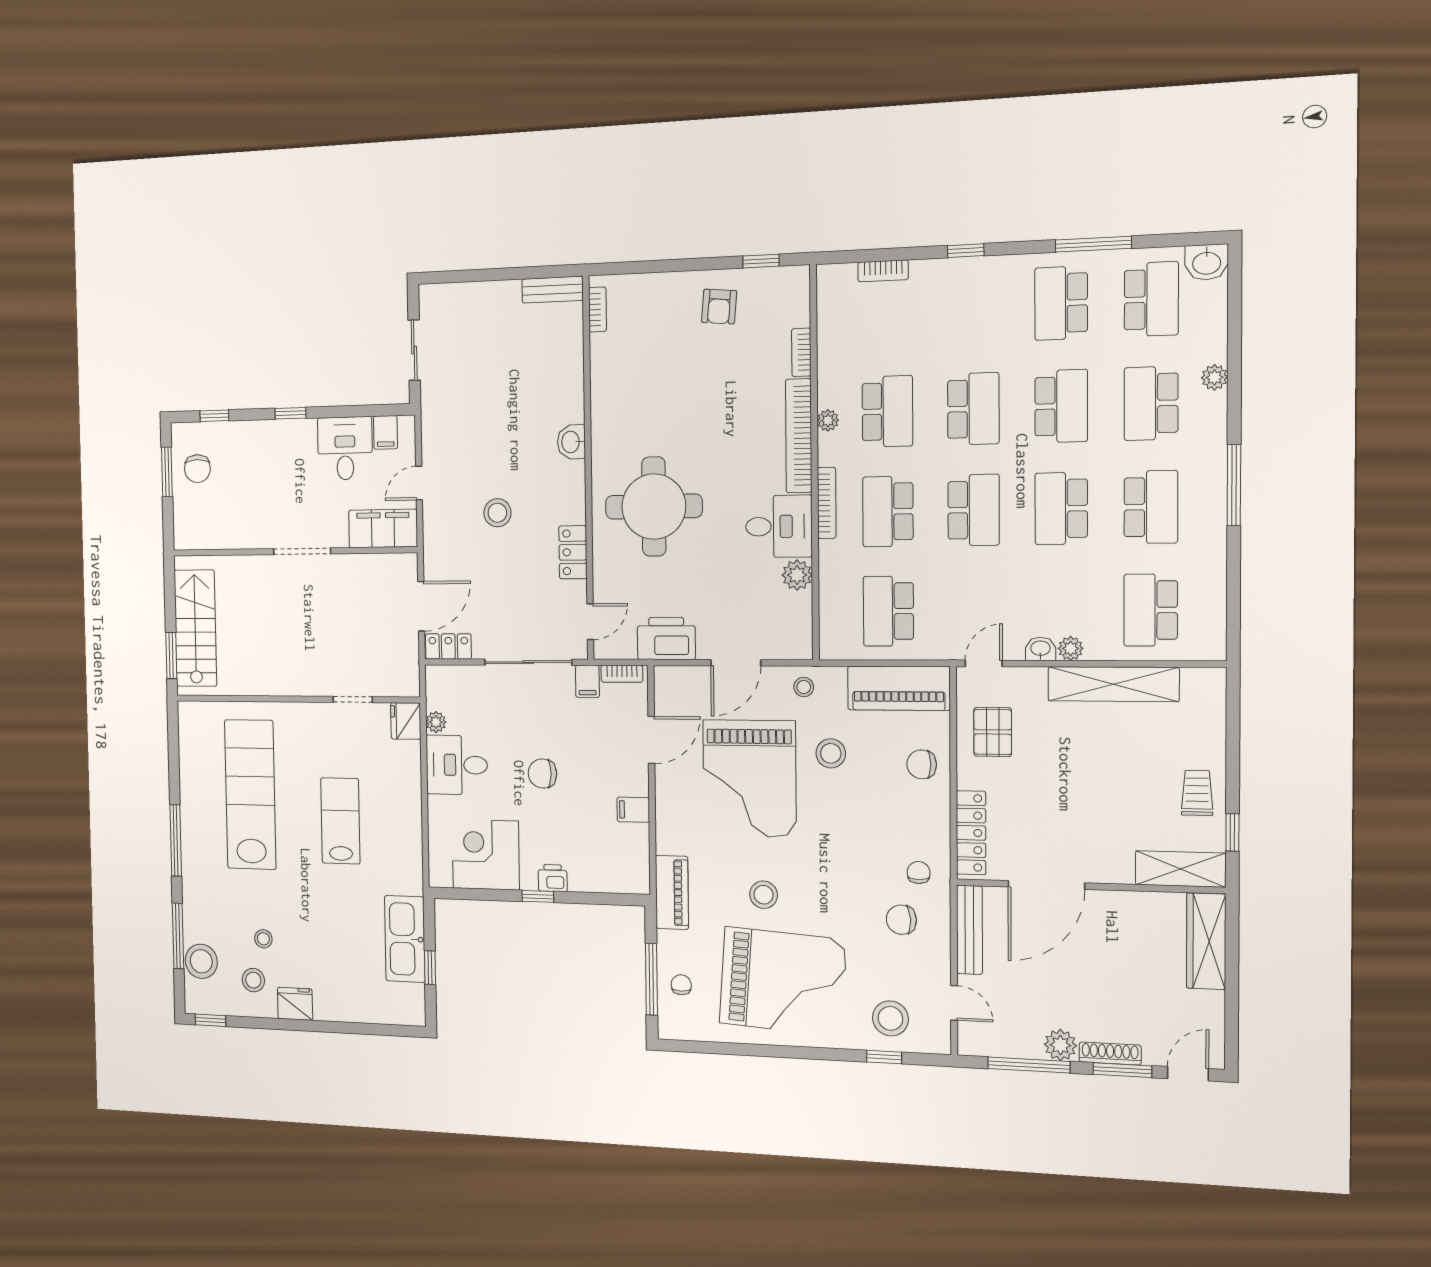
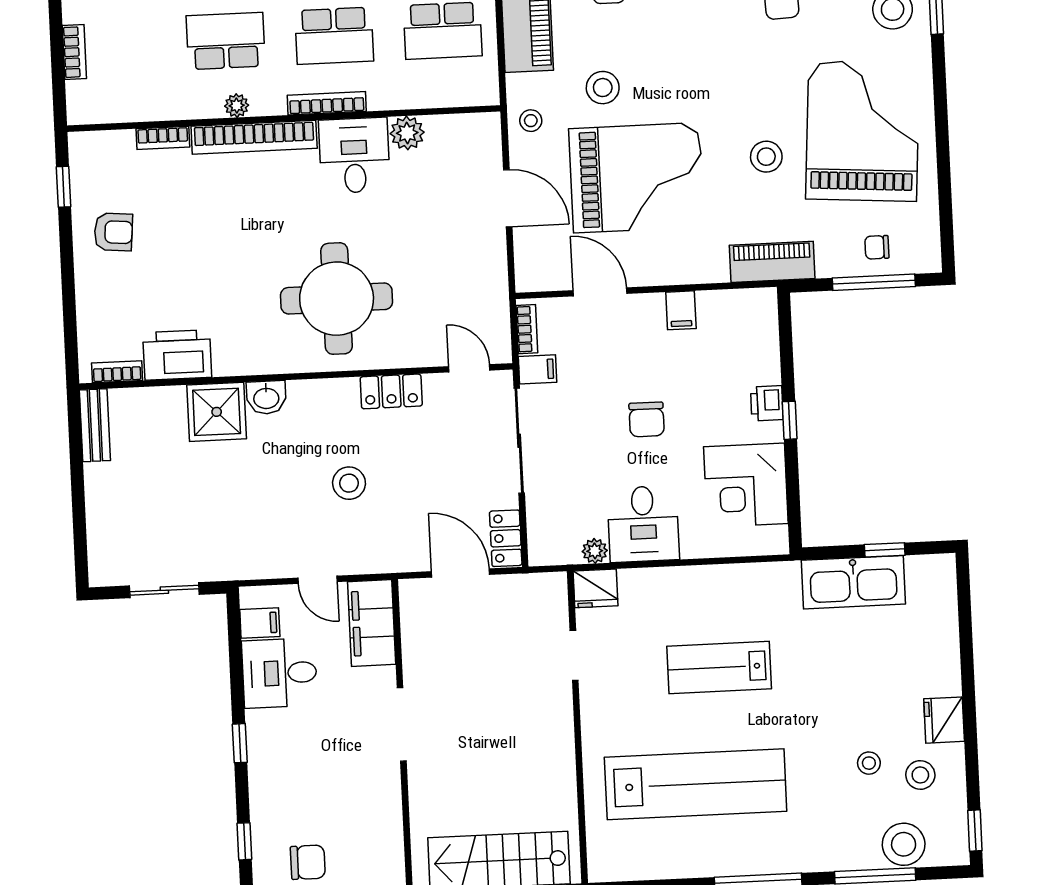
shower: (561, 398) -> (217, 412), added
printer: (666, 639) -> (177, 355), moved, turned 90
lab bench: (250, 795) -> (696, 784), turned 180

